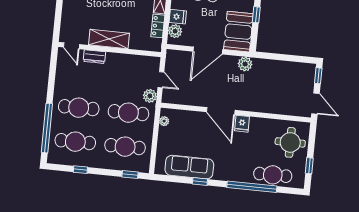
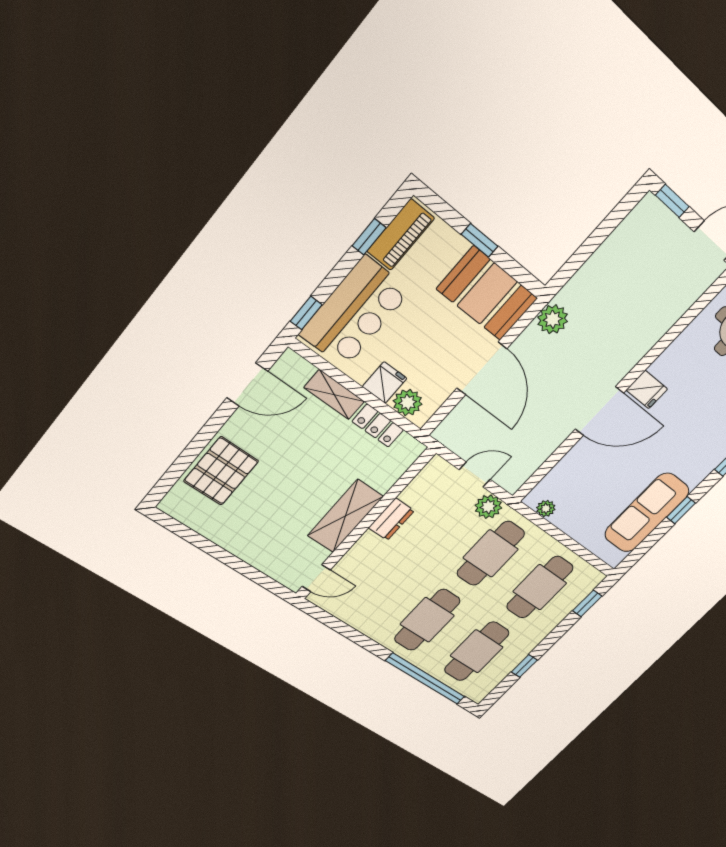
dresser: (94, 57) -> (391, 519), moved

